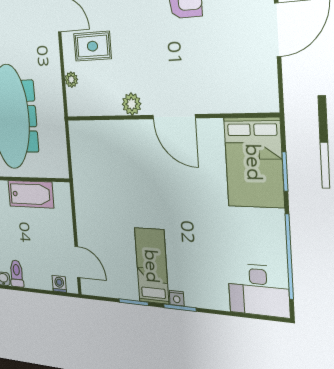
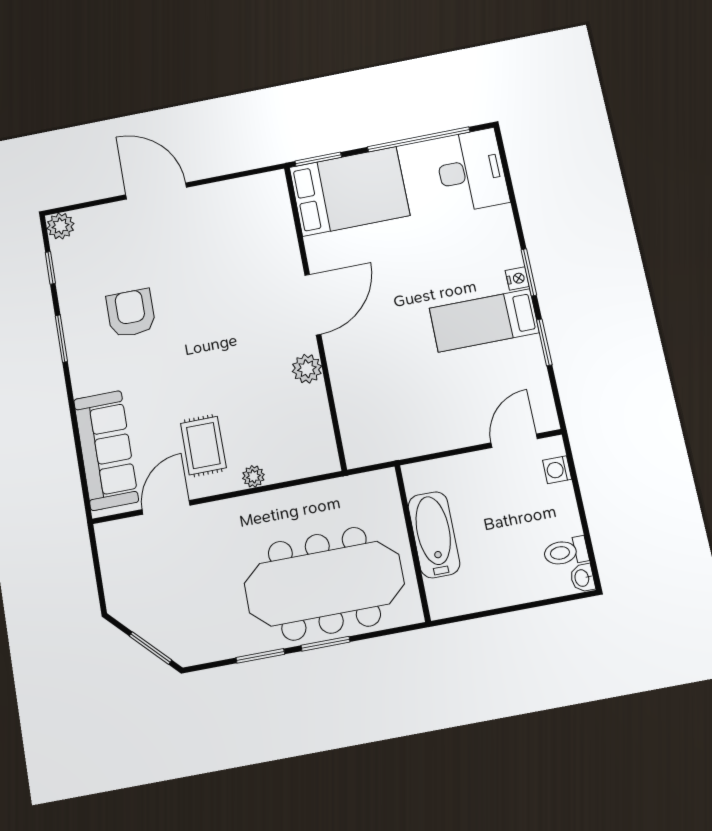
plant: (132, 104) -> (307, 369), moved
wall: (166, 117) -> (315, 316), moved
door: (174, 117) -> (313, 305), moved
bed: (254, 162) -> (349, 191), moved

